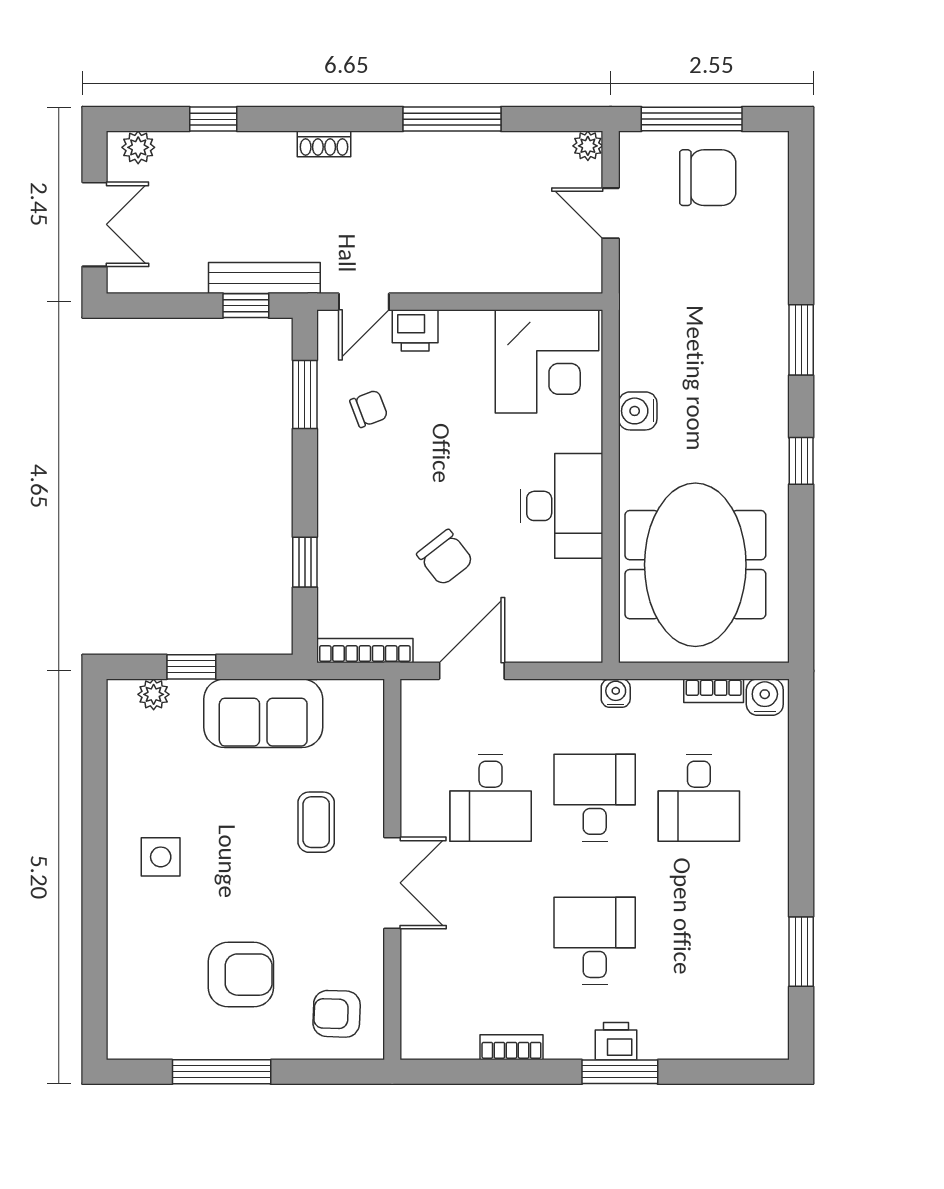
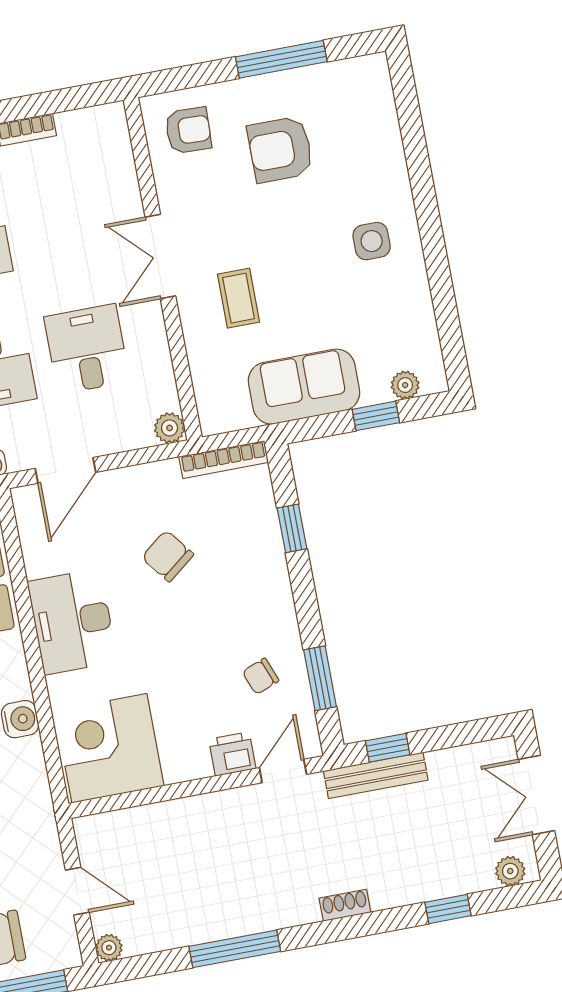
door: (472, 671) -> (66, 470), moved
plant: (417, 696) -> (170, 428), added

